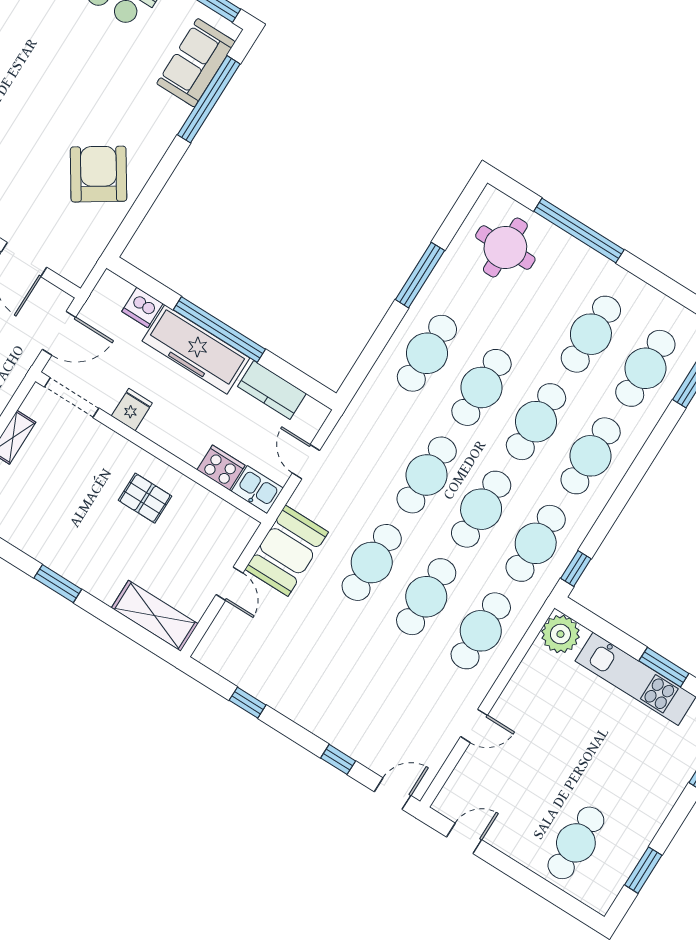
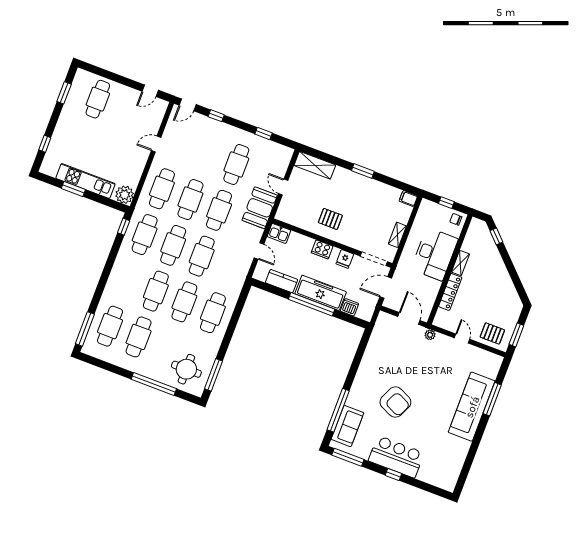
armchair: (99, 174) -> (395, 402), moved, turned -32
window: (420, 275) -> (213, 375), moved
cafe table: (591, 456) -> (236, 164), moved
cooker: (221, 468) -> (322, 249), moved

